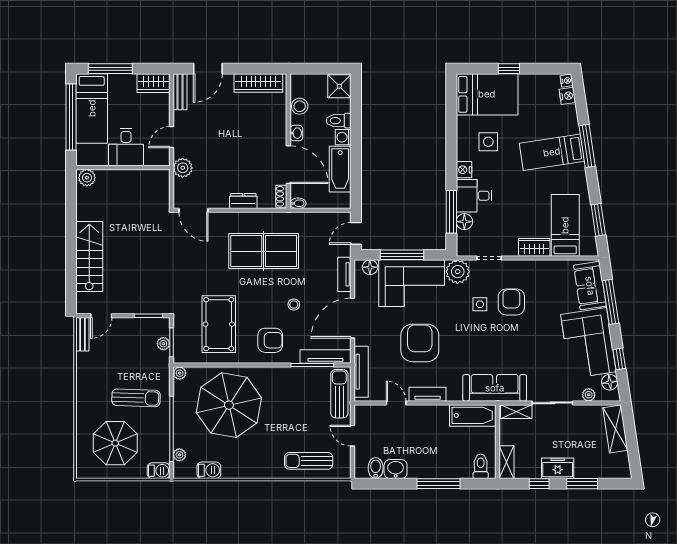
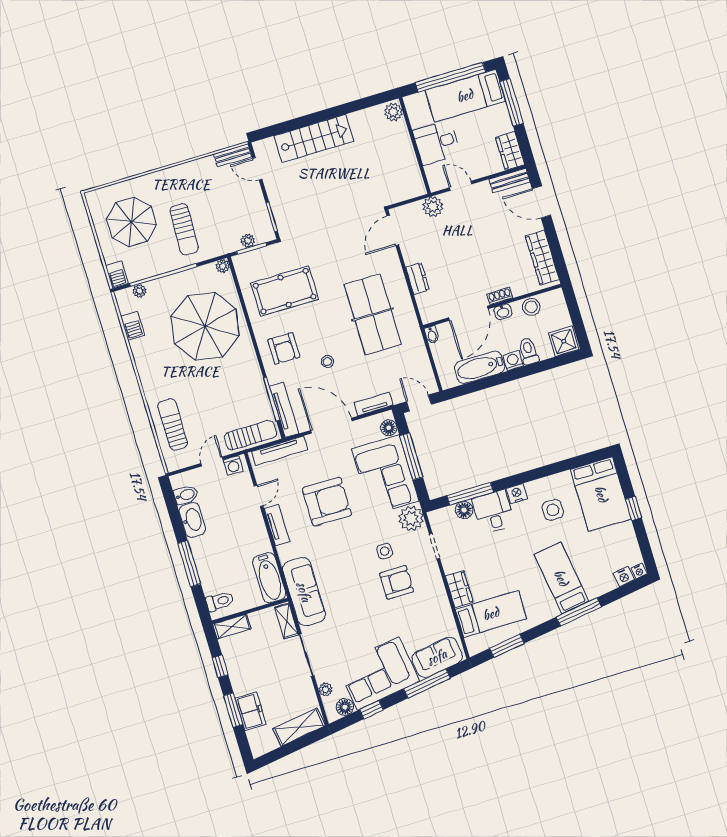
shoe rack: (281, 196) -> (500, 296), moved
washing machine: (362, 417) -> (233, 465), added
freezer: (558, 468) -> (251, 711), moved
washbasin: (396, 469) -> (192, 520), width x1.38

